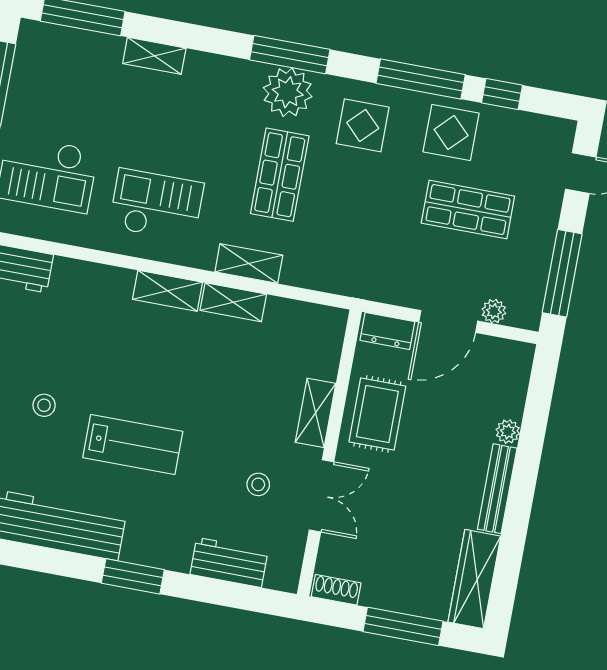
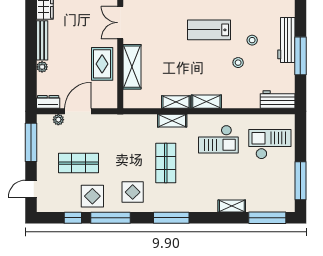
plant: (288, 92) -> (169, 201), removed
dresser: (387, 331) -> (48, 102), moved
shelving: (316, 413) -> (132, 67), width x1.50, depth x1.33
stool: (258, 484) -> (238, 63), moved

